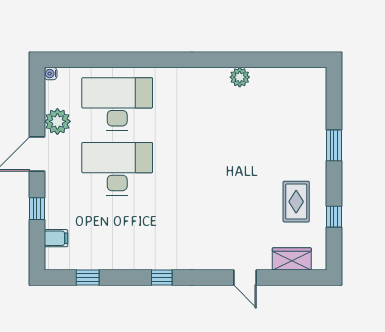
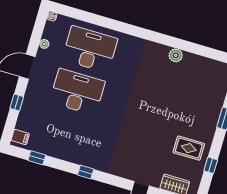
plant: (57, 121) -> (44, 44), width x0.53, depth x0.53
rug: (296, 202) -> (189, 148), turned 90
filing cabinet: (56, 238) -> (20, 137), moved

